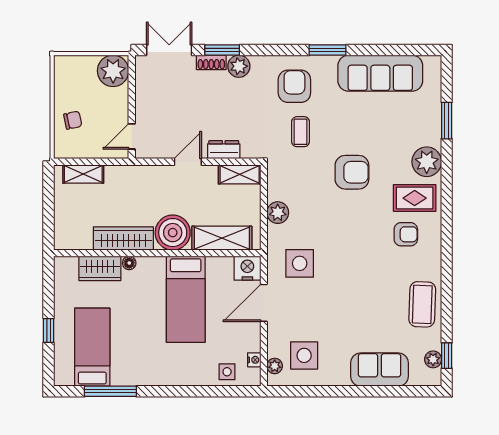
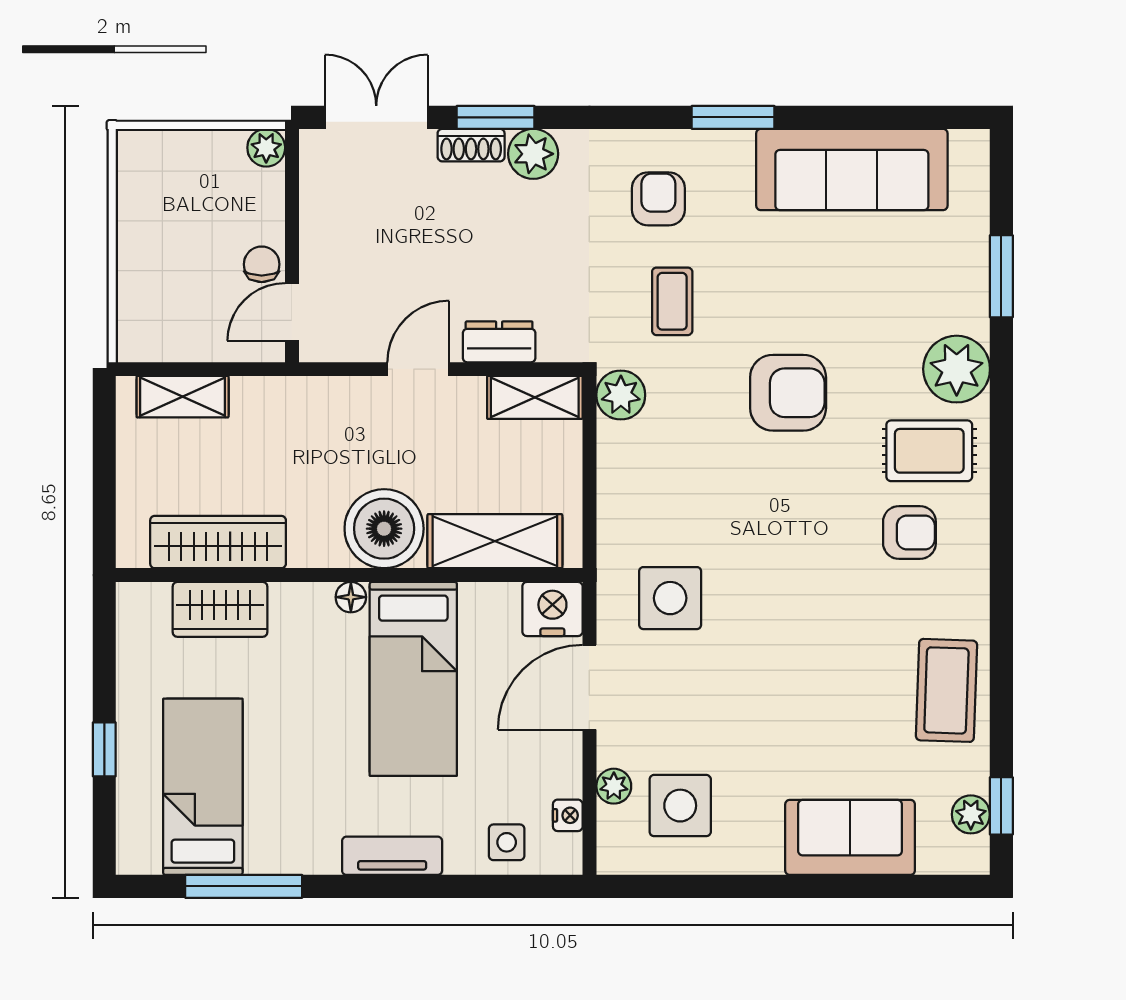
plant: (113, 71) -> (266, 148), width x0.53, depth x0.53
armchair: (294, 86) -> (658, 199), width x0.72, depth x0.72
chair: (73, 120) -> (262, 264), moved, turned -78
plant: (278, 213) -> (621, 395), moved
wardrobe: (123, 238) -> (218, 542), moved
floor lamp: (129, 263) -> (351, 597), moved
plant: (275, 366) -> (614, 786), moved
tv unit: (176, 378) -> (392, 856), added

